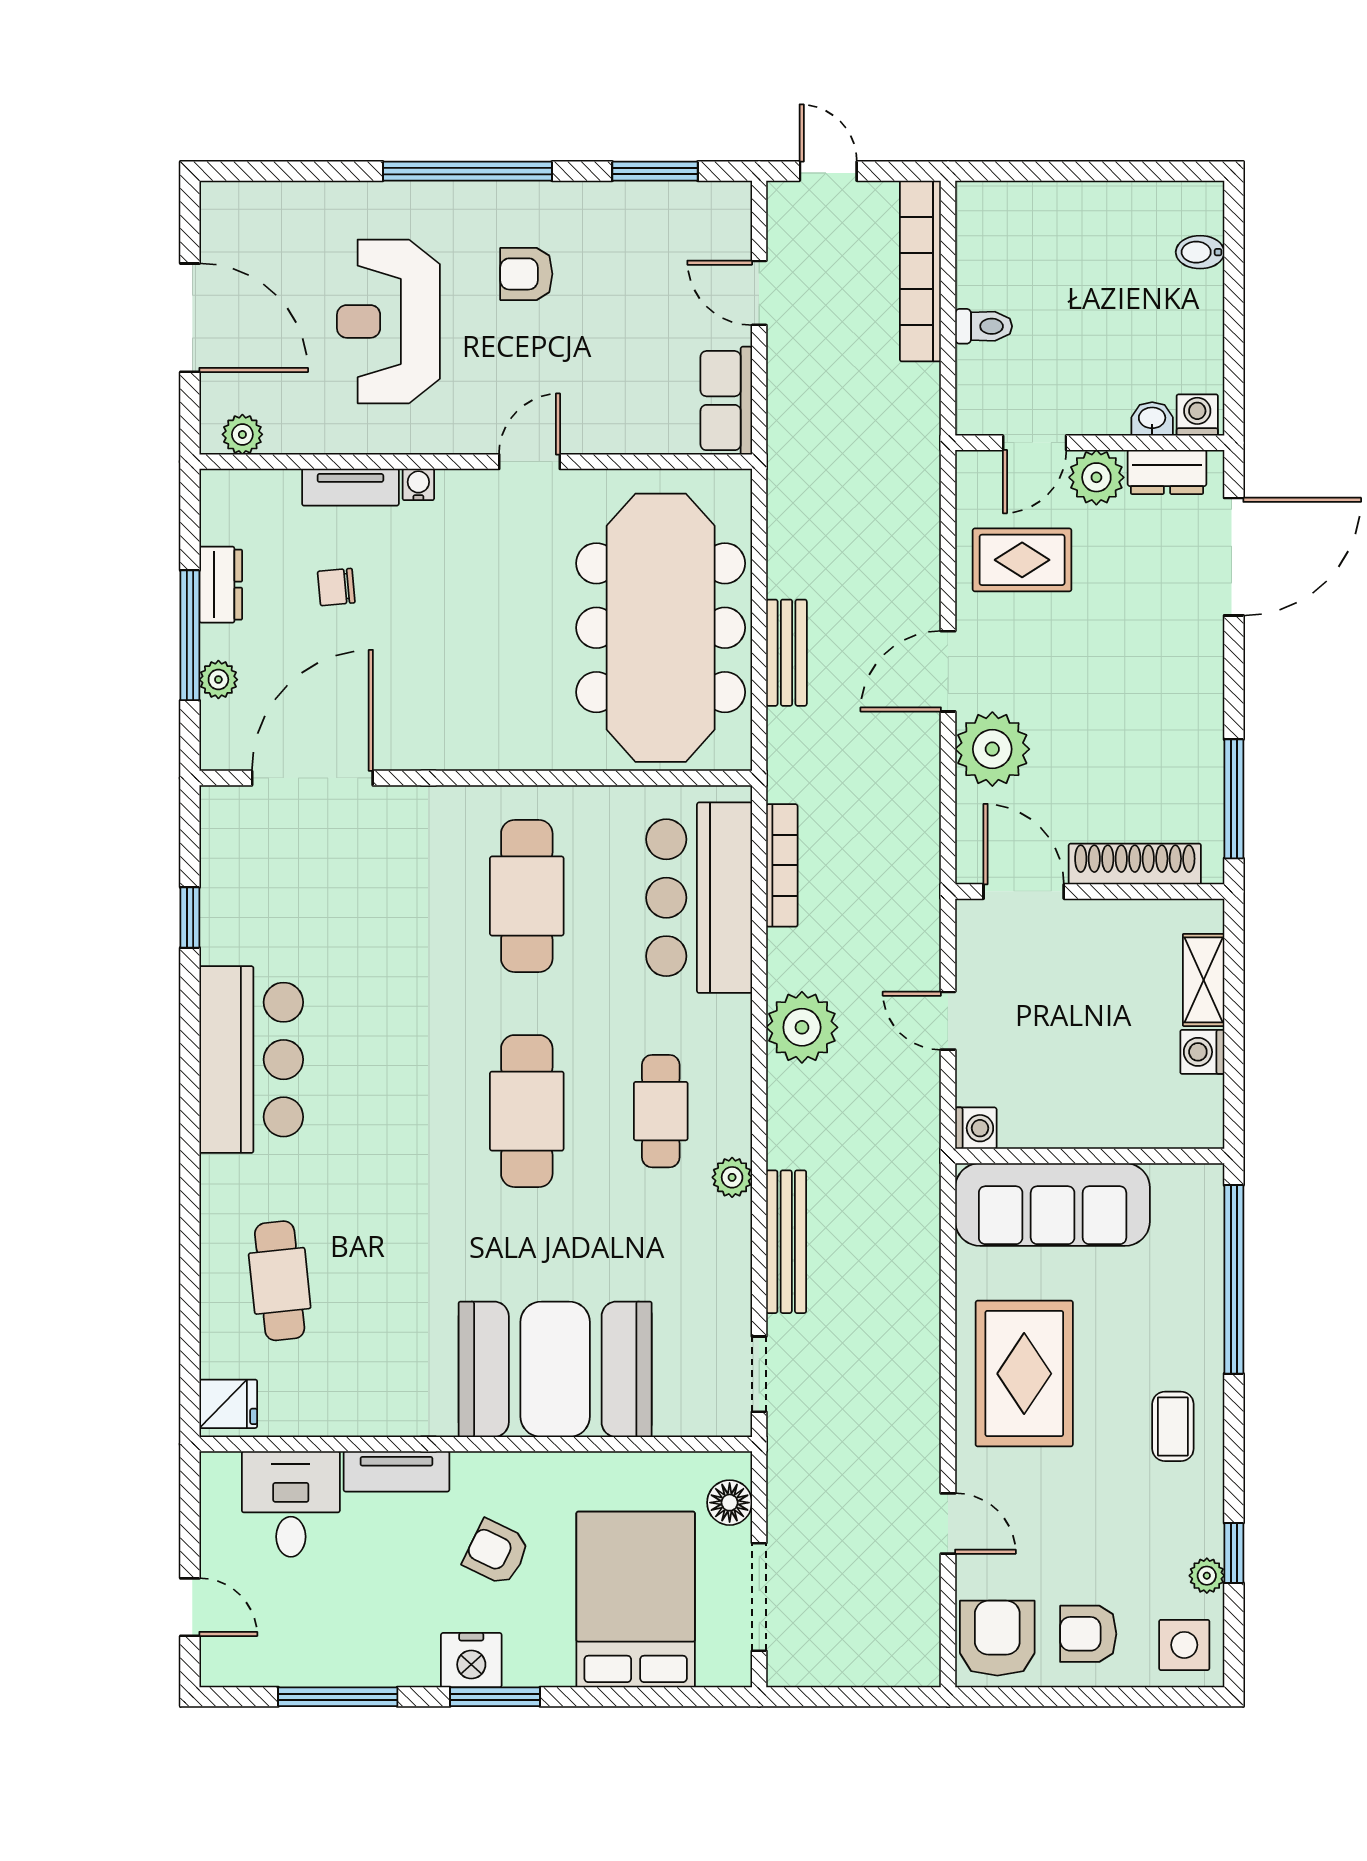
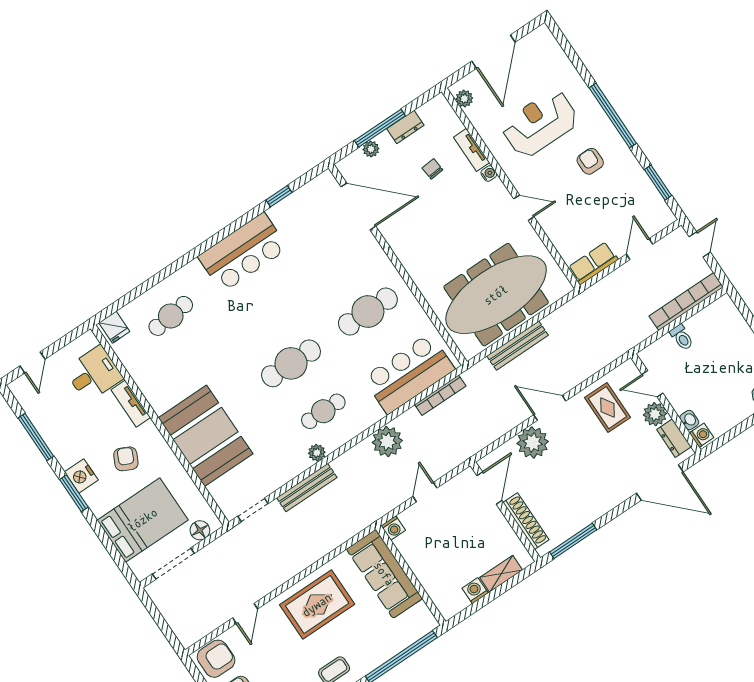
bench: (786, 653) -> (518, 346), width x1.36

